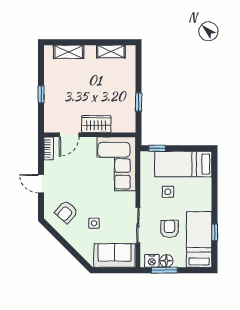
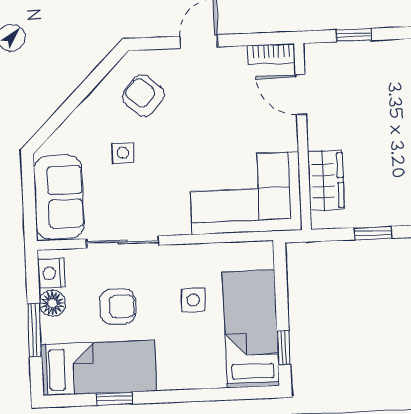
window: (41, 94) -> (354, 35), moved
wardrobe: (96, 124) -> (326, 180), moved
window: (157, 148) -> (284, 348), moved
window: (164, 270) -> (35, 330), moved

